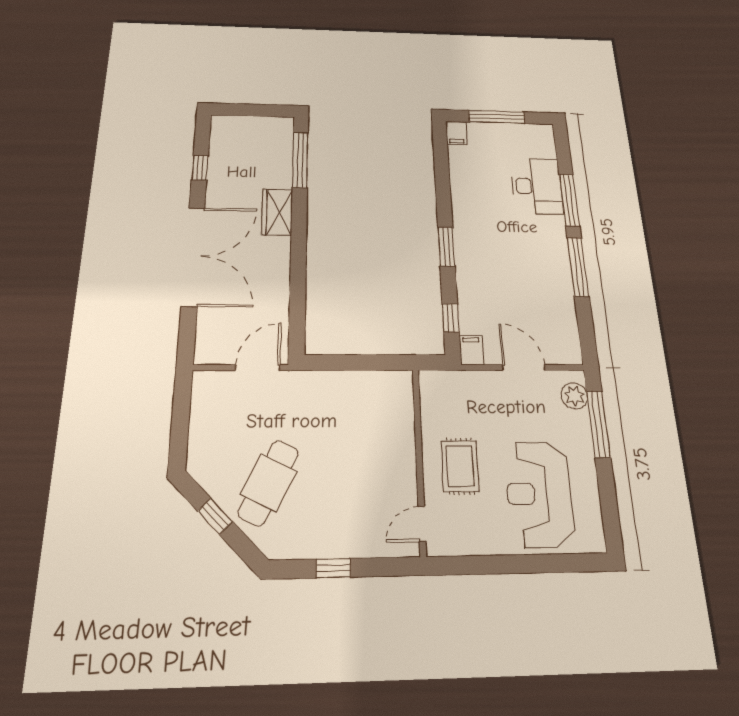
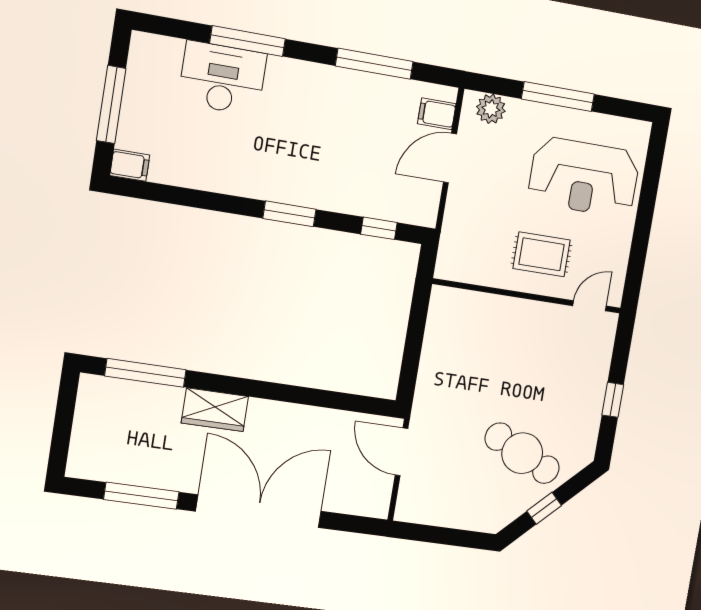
window: (200, 168) -> (141, 496), width x2.17
window: (578, 267) -> (374, 64), moved
filing cabinet: (472, 350) -> (437, 114), moved
window: (598, 424) -> (558, 97), moved
door: (422, 524) -> (589, 306), swing flipped

